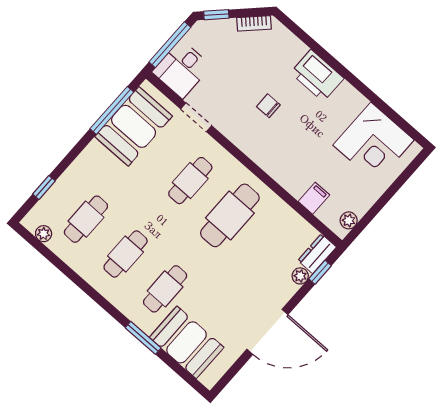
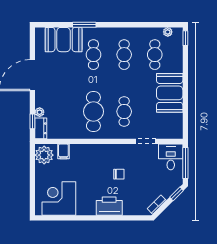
window: (112, 110) -> (185, 112), removed
booth: (134, 126) -> (170, 93), moved
window: (44, 187) -> (185, 38), moved
plant: (349, 220) -> (44, 155), width x1.88, depth x1.88

